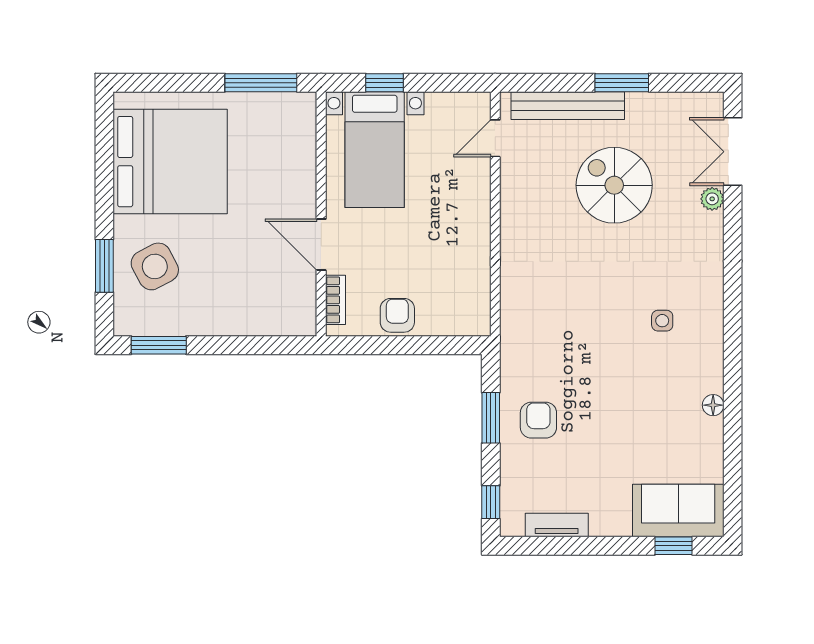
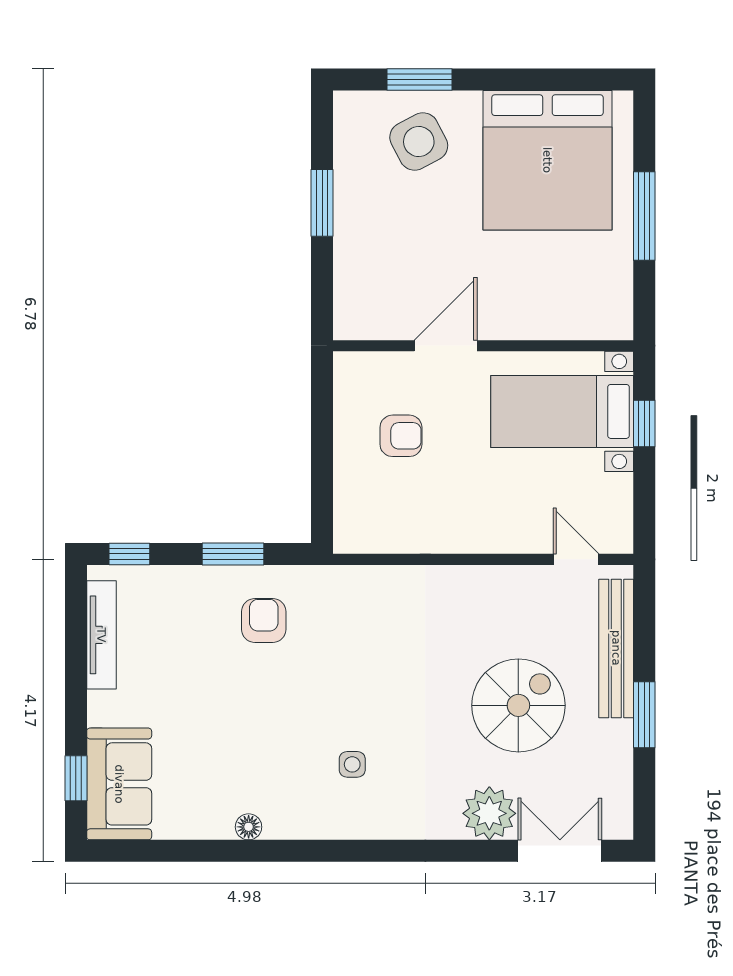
window: (261, 83) -> (644, 216), moved
plant: (712, 199) -> (489, 813), width x1.87, depth x1.87
bookcase: (336, 300) -> (378, 363), removed
armchair: (397, 315) -> (401, 436), moved
window: (159, 345) -> (322, 203), moved
armchair: (538, 420) -> (264, 621), moved, turned -90
tv unit: (557, 525) -> (101, 635), width x1.41

